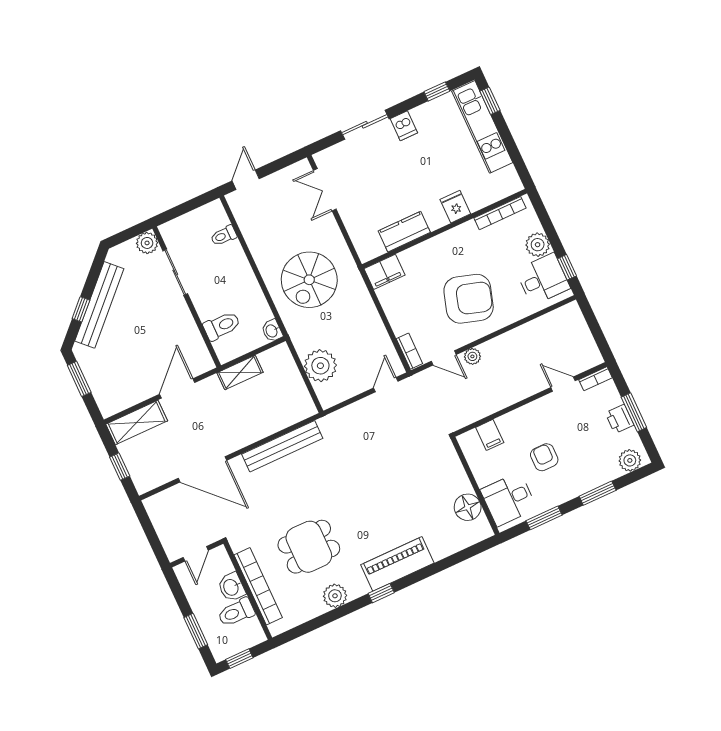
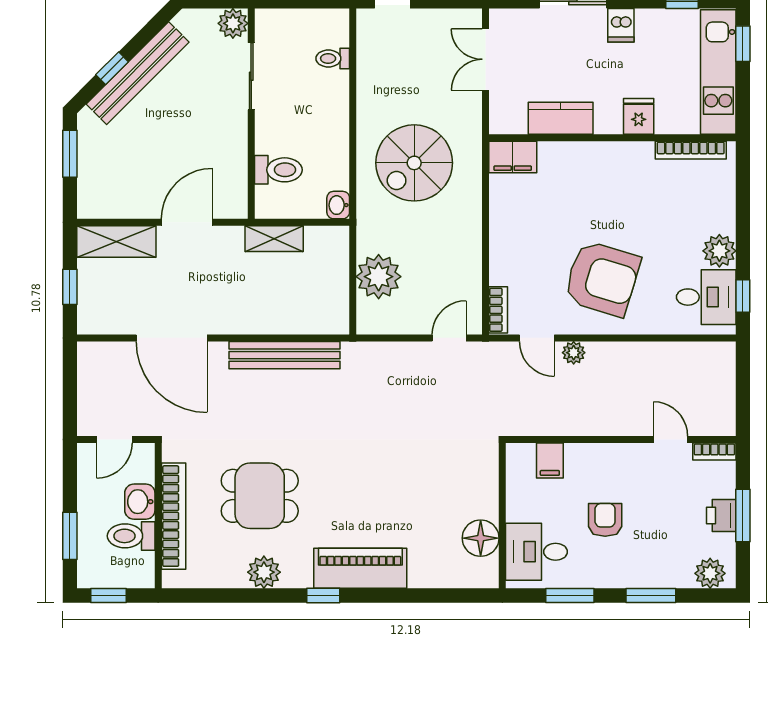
fridge: (455, 207) -> (639, 116), moved
bookcase: (500, 213) -> (691, 150), moved
wall: (444, 229) -> (612, 138), moved
kitchen counter: (404, 232) -> (561, 118), moved
filing cabinet: (385, 272) -> (513, 157), moved

